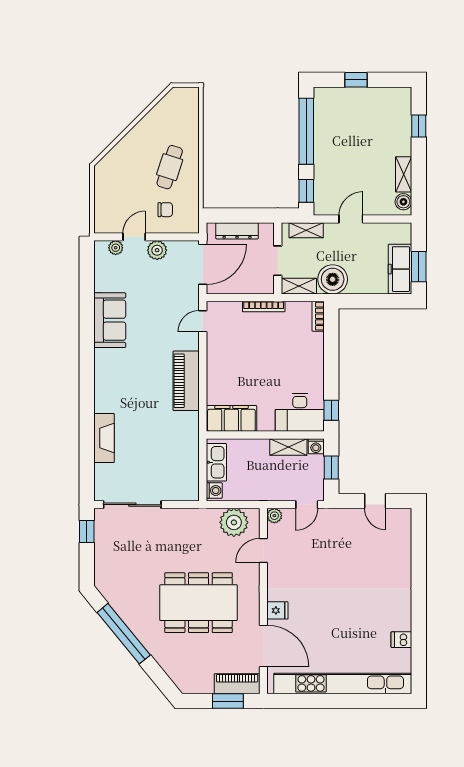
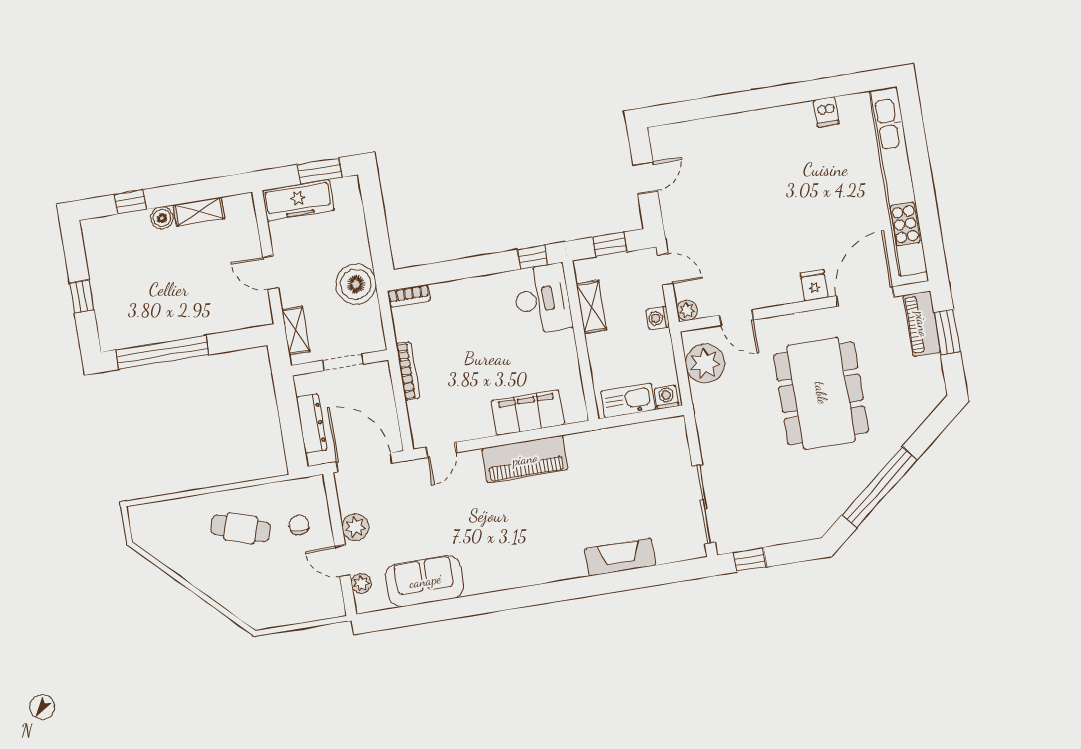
window: (306, 191) -> (243, 339), removed
boiler: (403, 202) -> (162, 218), moved
freezer: (400, 269) -> (298, 200), moved
shelving: (299, 286) -> (372, 328), removed
sofa: (110, 320) -> (425, 581), moved
door: (203, 321) -> (441, 450), hinge flipped
filing cabinet: (231, 418) -> (528, 413), moved, turned 90
washing machine: (316, 446) -> (658, 318), moved, turned 180

